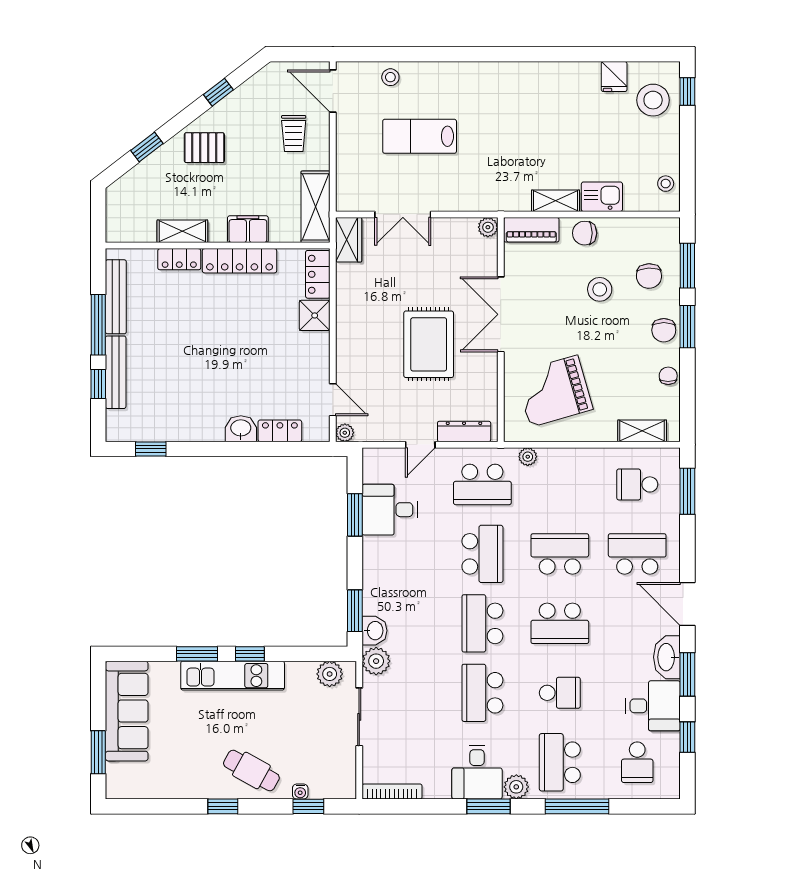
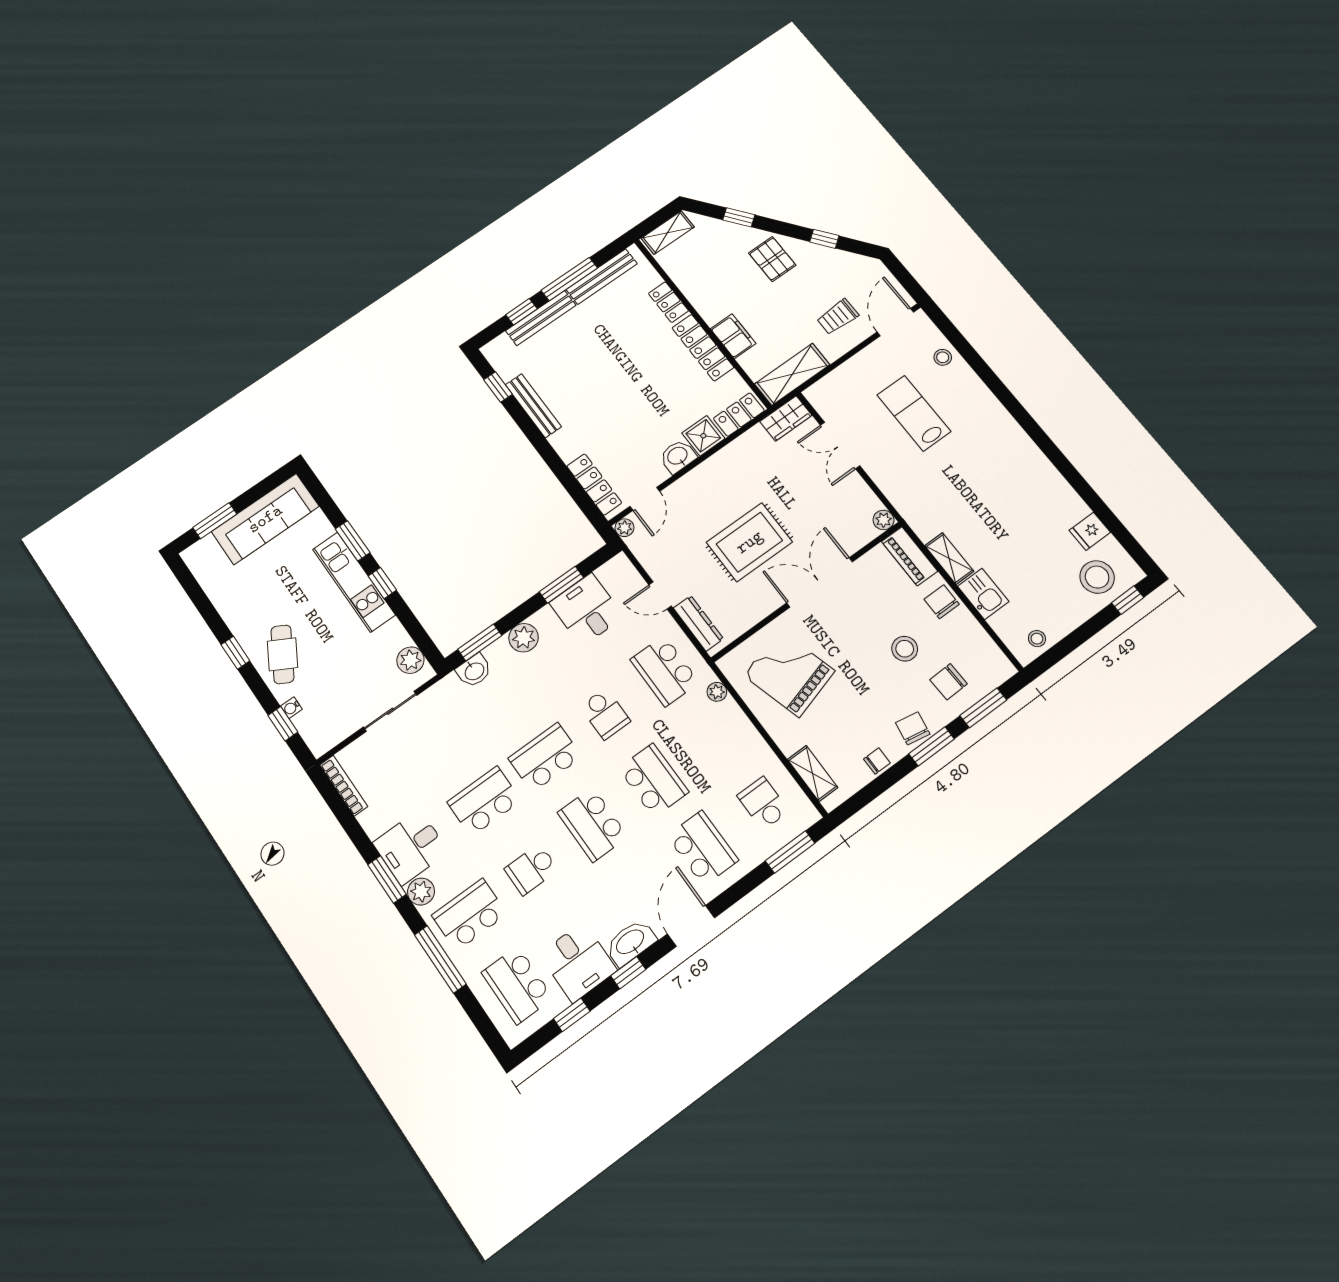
shelving: (182, 231) -> (668, 233), moved, turned 90
chair: (664, 330) -> (913, 728), turned 100
washbasin: (241, 429) -> (678, 456), moved, turned -90
locker: (280, 431) -> (594, 484), width x1.53
bench: (188, 432) -> (533, 406), added
school desk: (482, 554) -> (605, 714), width x0.54
plant: (376, 661) -> (524, 638), moved
window: (687, 674) -> (628, 973), width x0.67
school desk: (560, 693) -> (531, 869), turned 90
school desk: (637, 762) -> (517, 985), width x1.85

